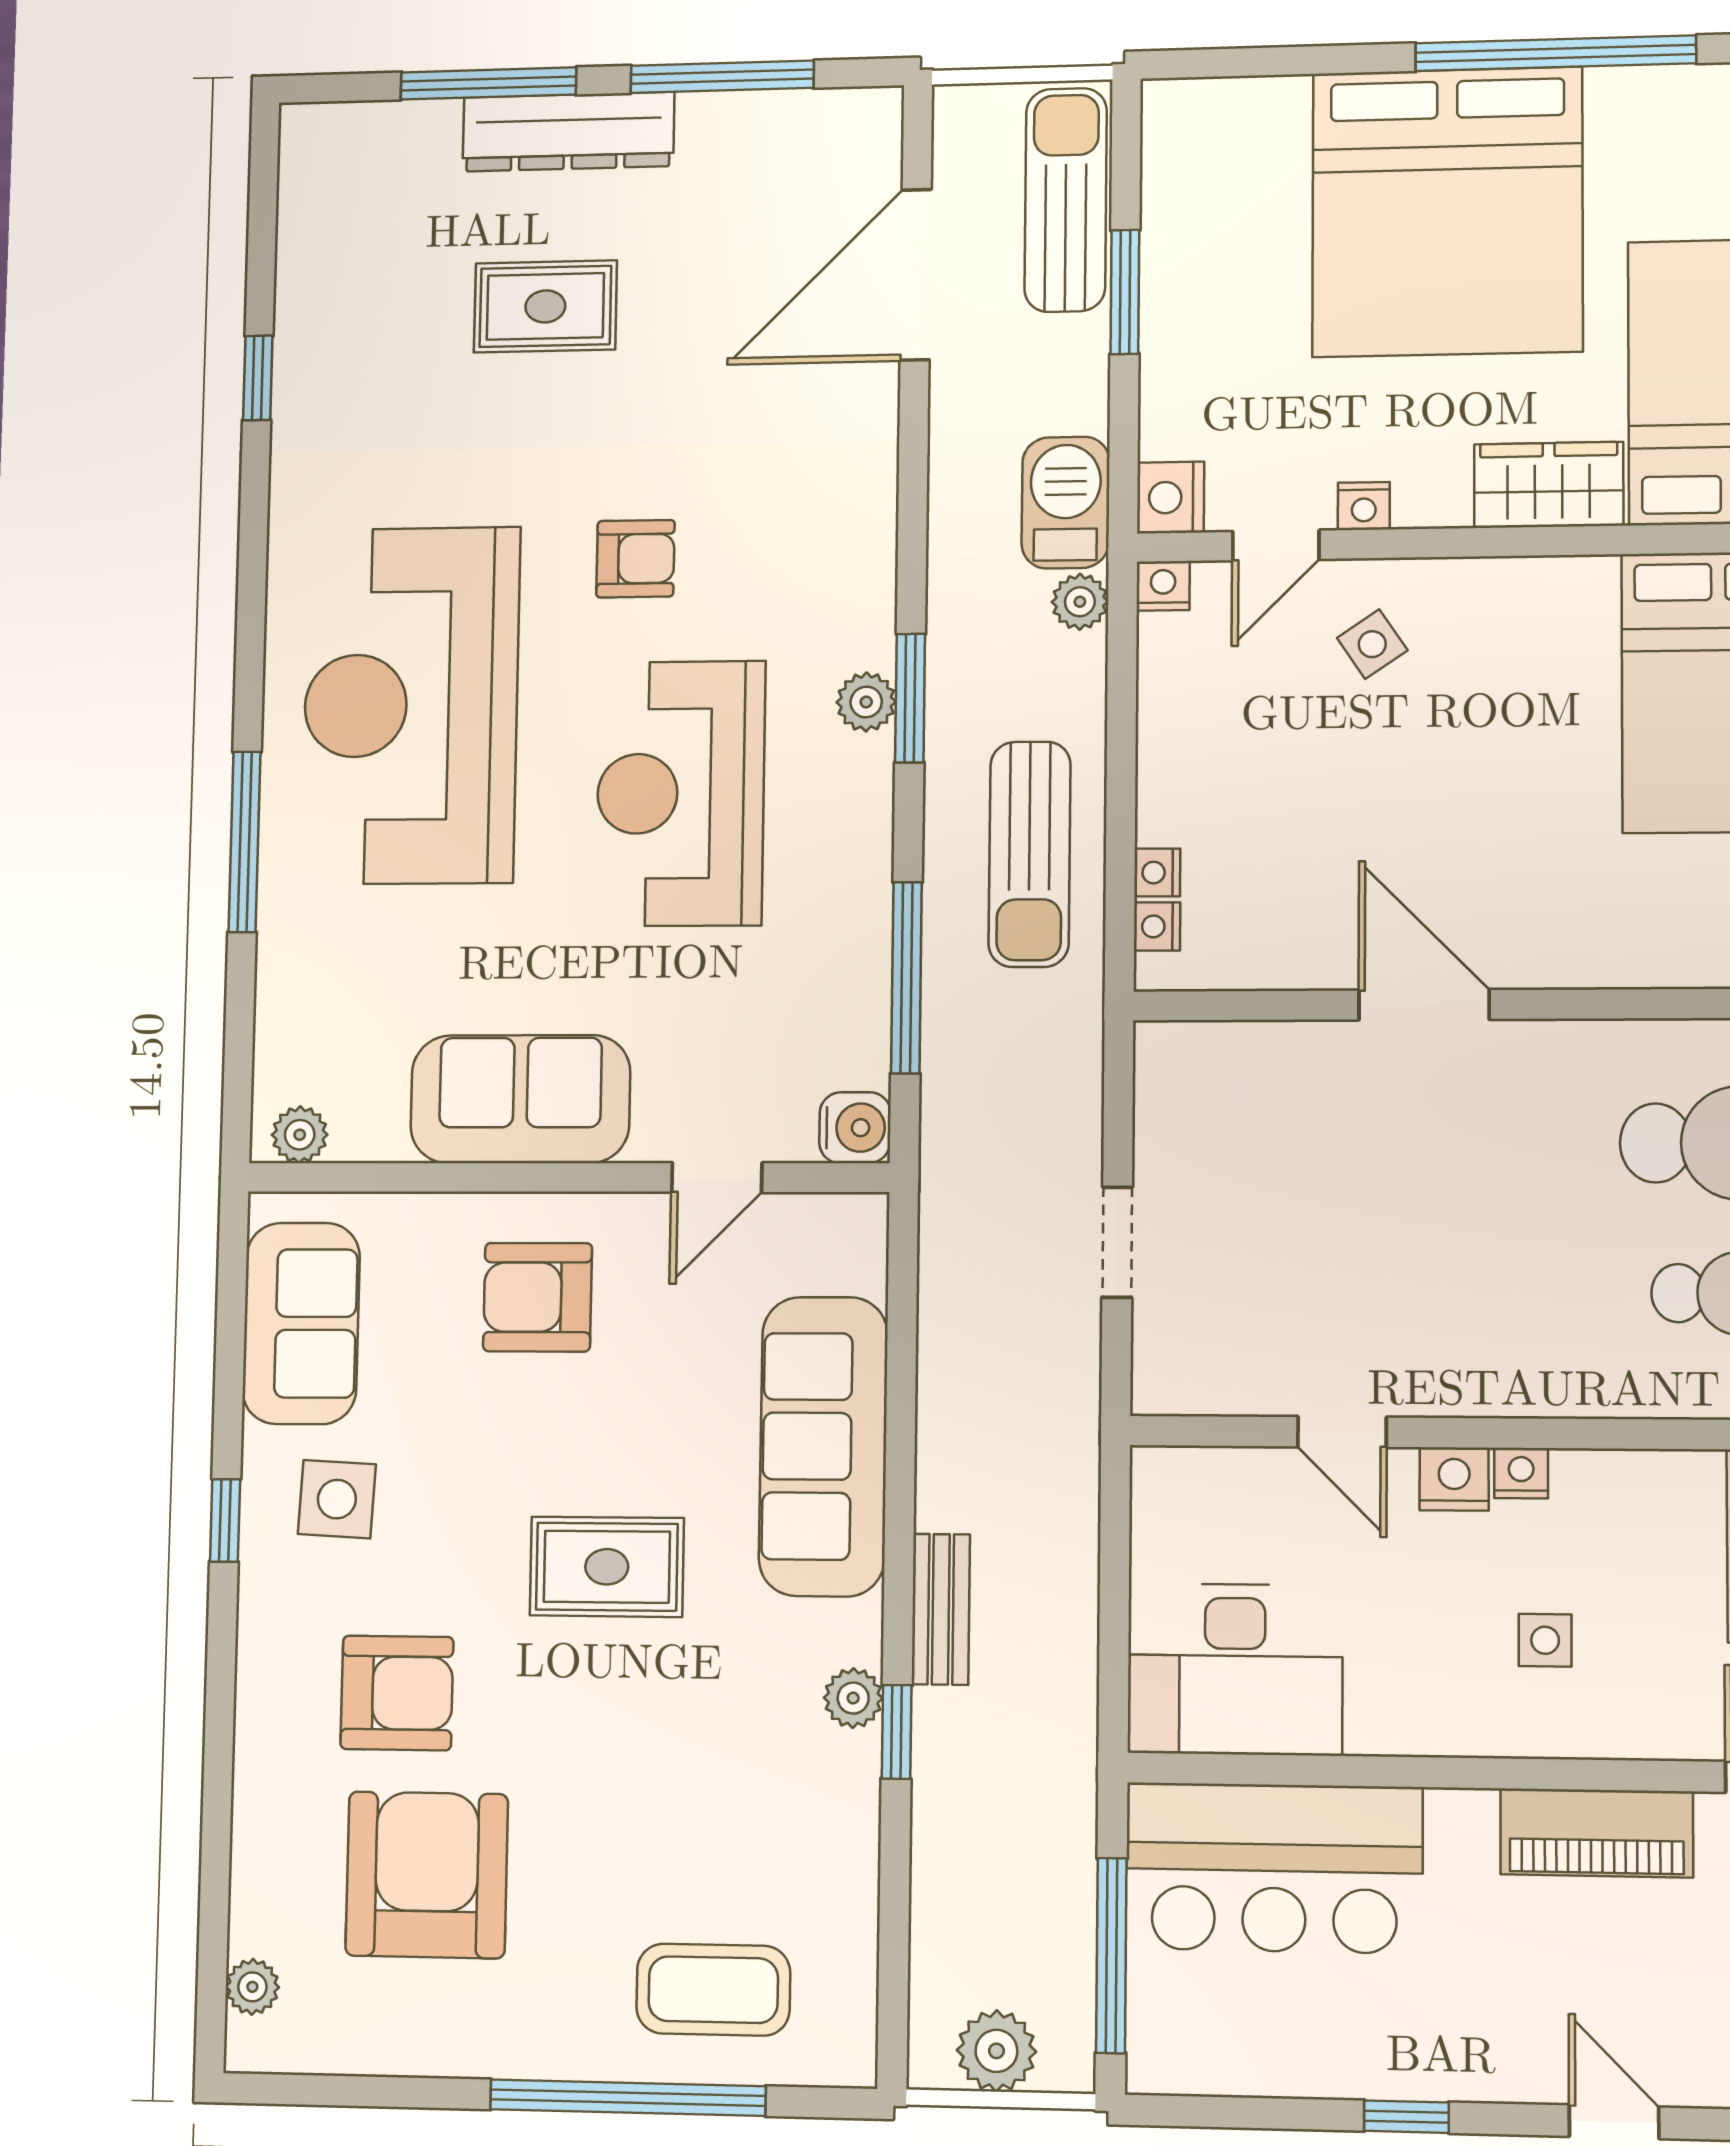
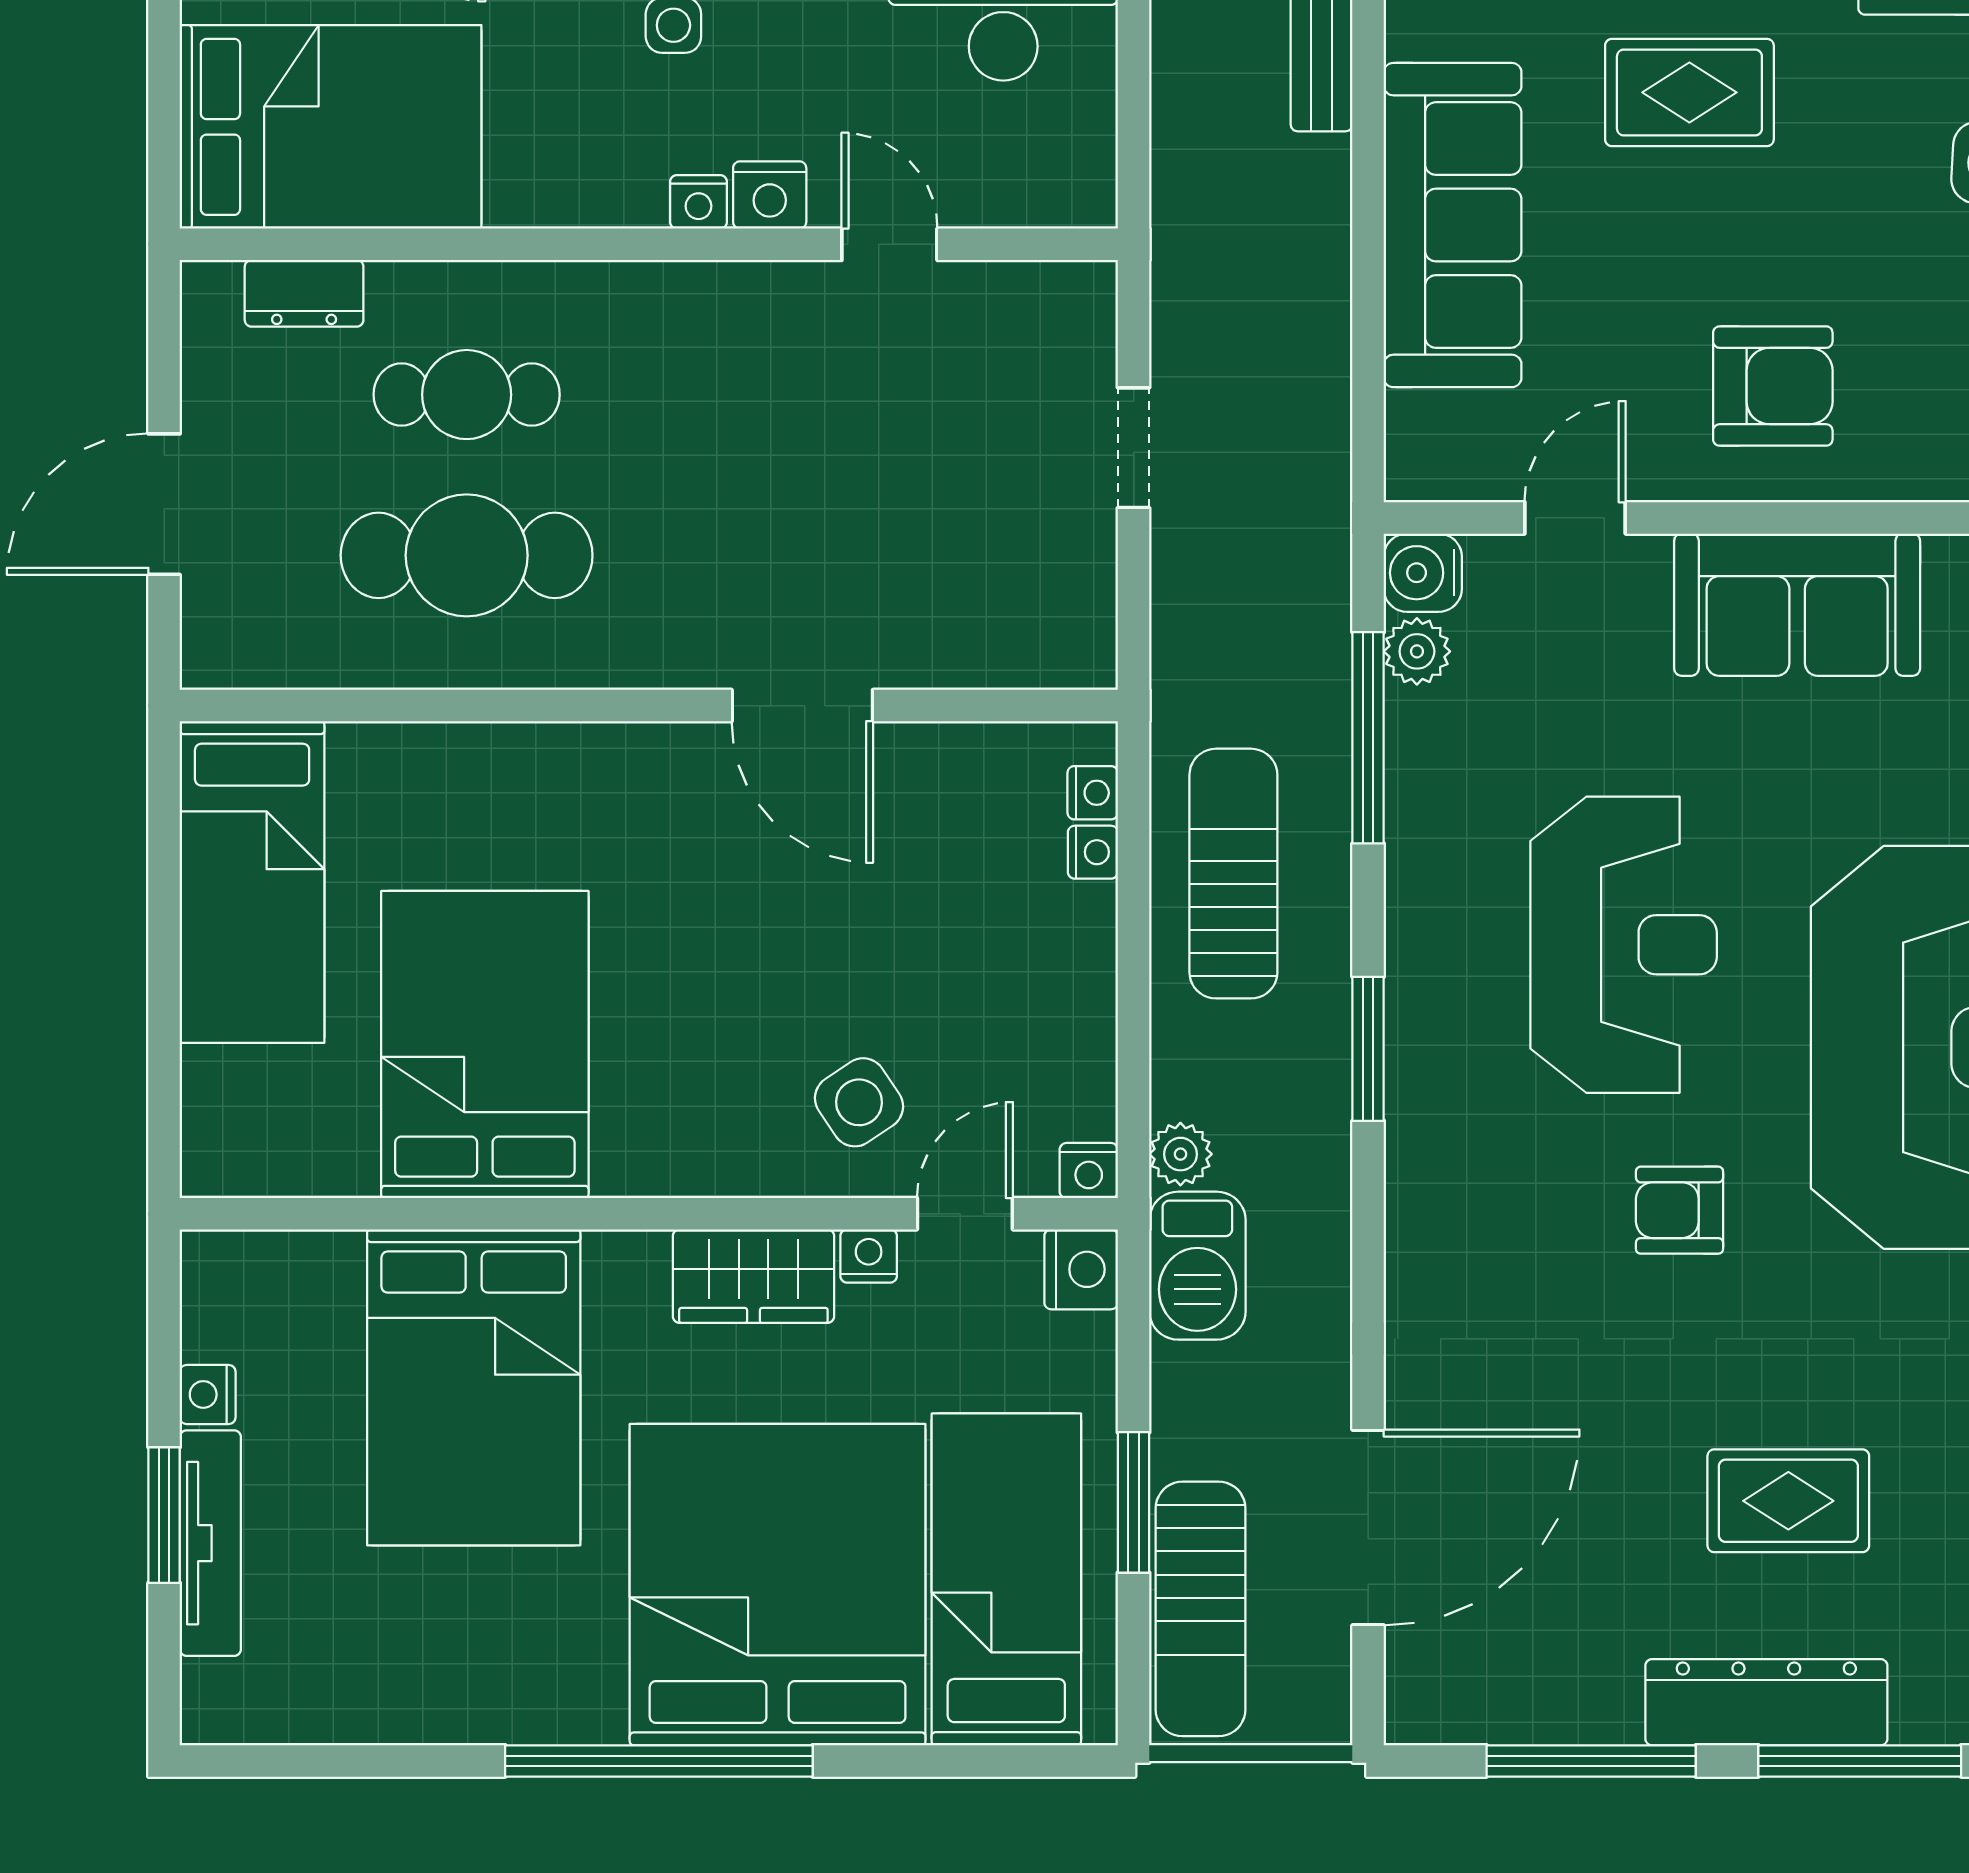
bed: (1240, 221) -> (1006, 1579), added
wardrobe: (1549, 485) -> (753, 1276), moved
side table: (1372, 644) -> (859, 1102), width x1.37, depth x1.37
plant: (866, 702) -> (1417, 651), moved

